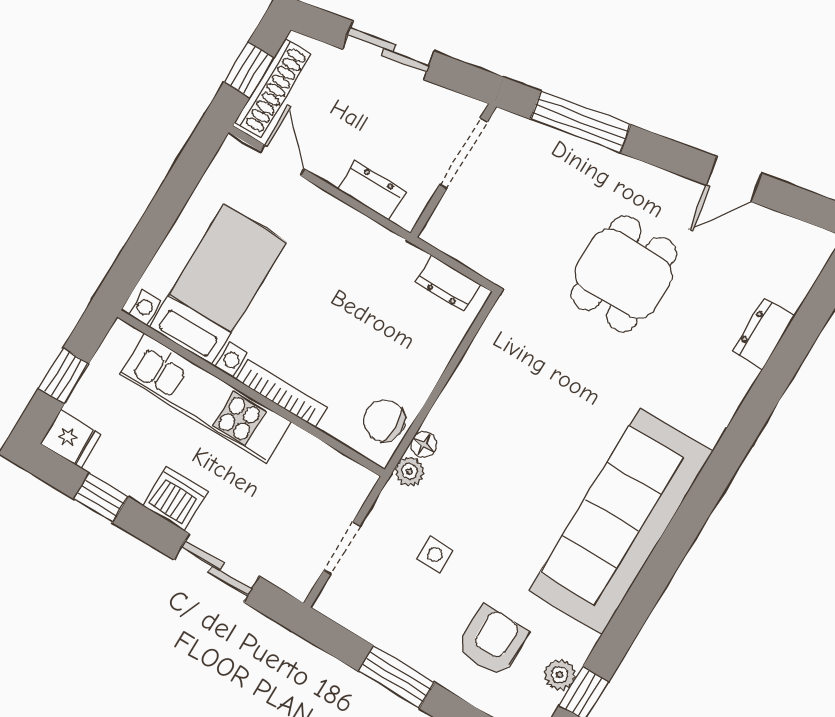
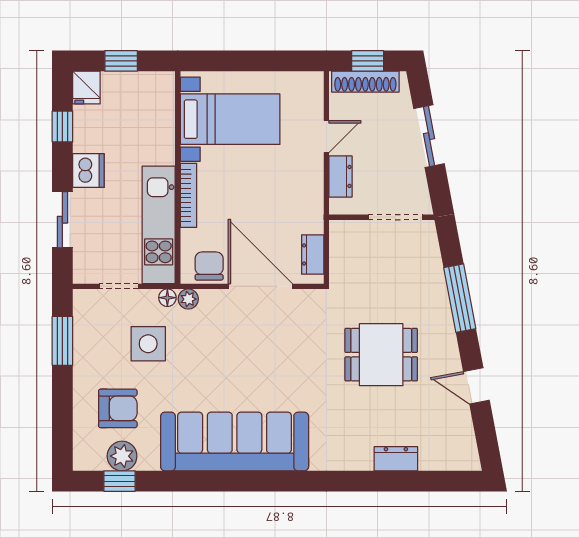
window: (580, 122) -> (460, 298), moved
door: (282, 160) -> (326, 137), moved
door: (448, 372) -> (260, 286), added
kitchen unit: (206, 398) -> (159, 225), moved
floor lamp: (424, 445) -> (167, 298), moved
side table: (435, 555) -> (148, 344), width x1.87, depth x1.87
plant: (560, 675) -> (122, 456), width x1.38, depth x1.38
window: (397, 677) -> (62, 341), moved

